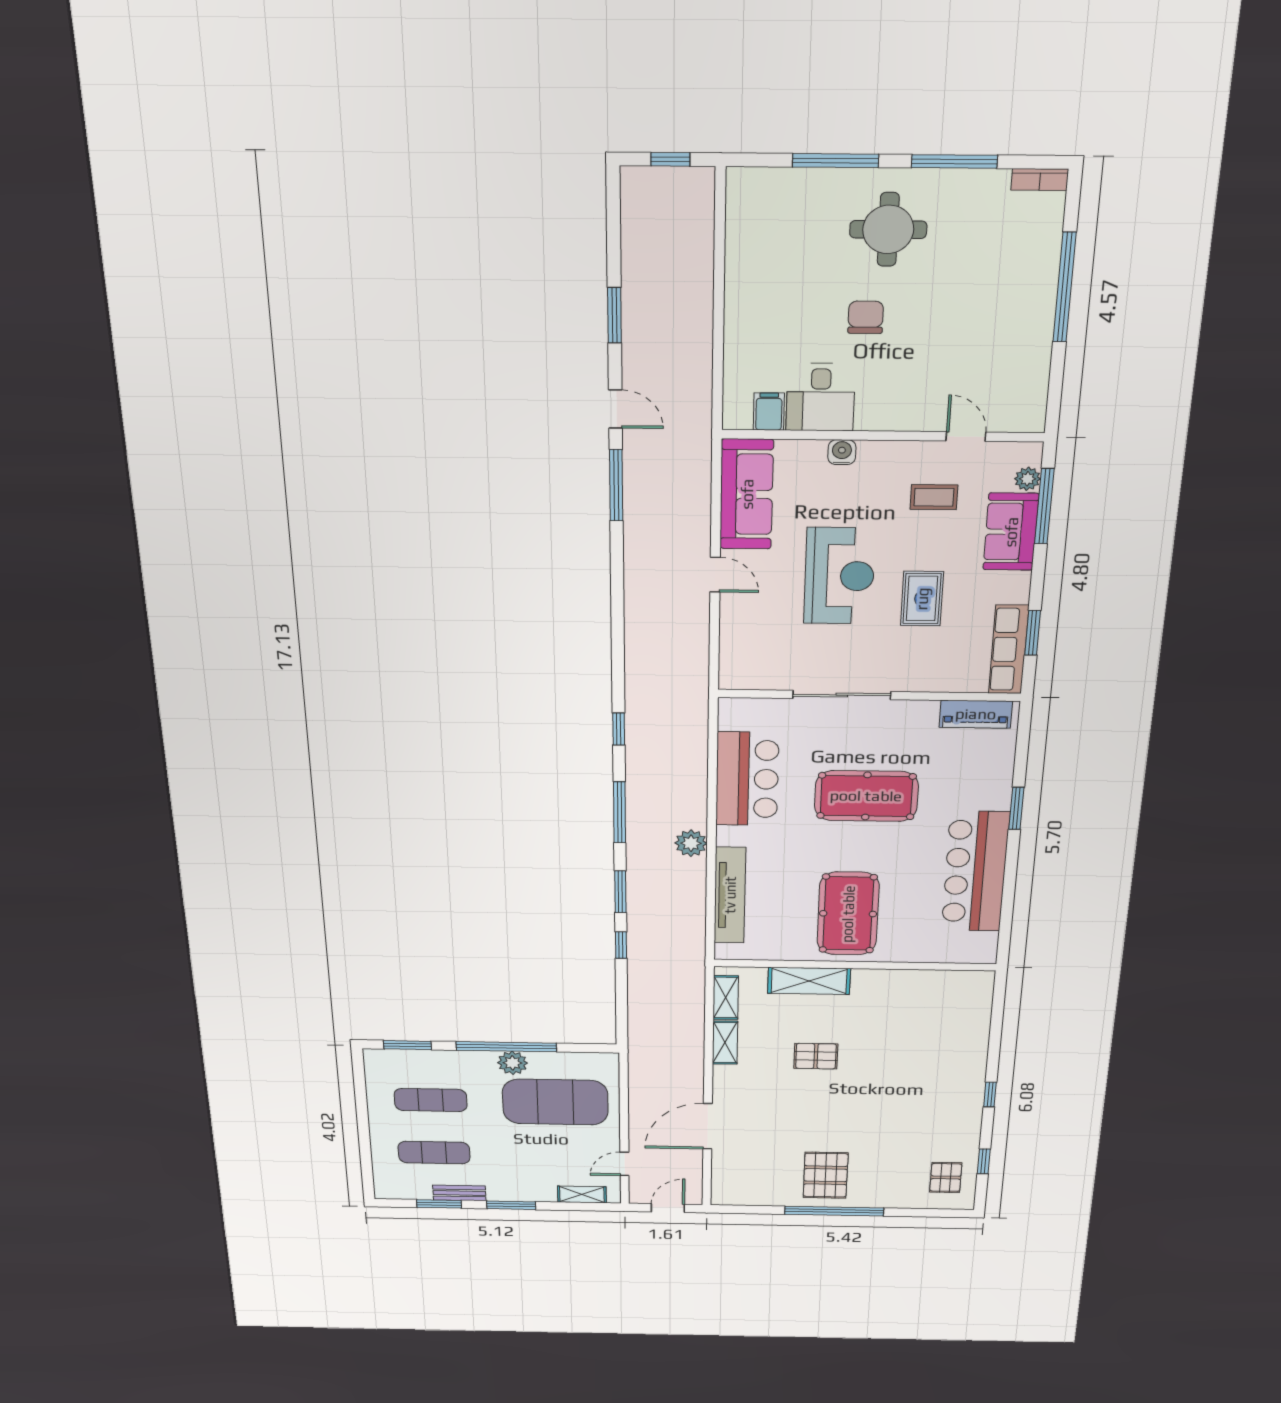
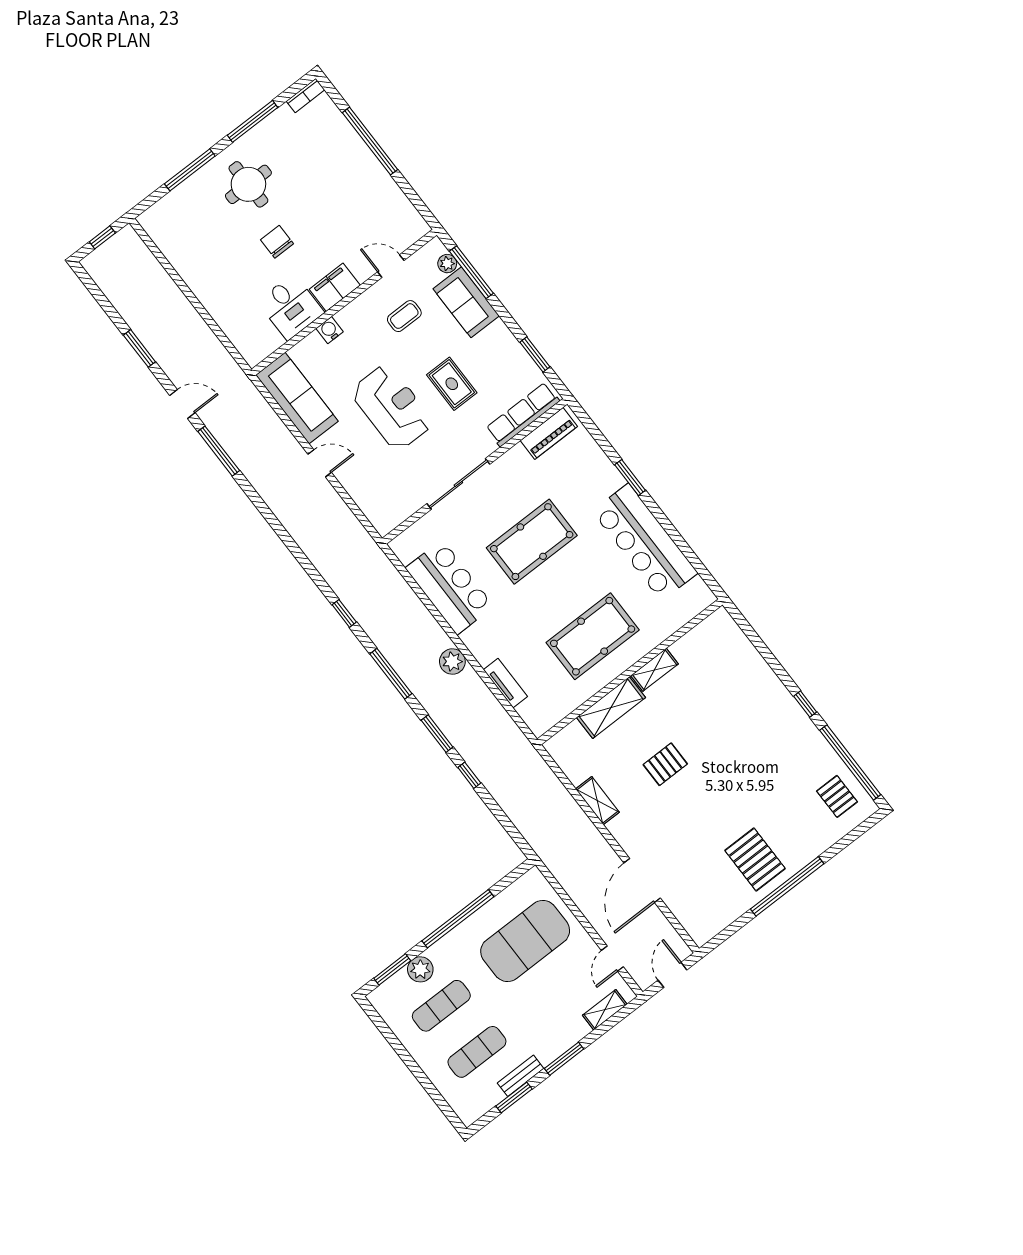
filing cabinet: (769, 412) -> (335, 287), moved, width x2.00
row of seats: (1009, 650) -> (523, 414), moved, turned 90
tv unit: (730, 895) -> (505, 683), width x0.52, depth x0.78
pool table: (848, 914) -> (593, 636), turned 90
shelving: (726, 998) -> (655, 670), moved, turned 90
plant: (513, 1063) -> (420, 969), moved
window: (984, 1161) -> (850, 762), width x3.17

